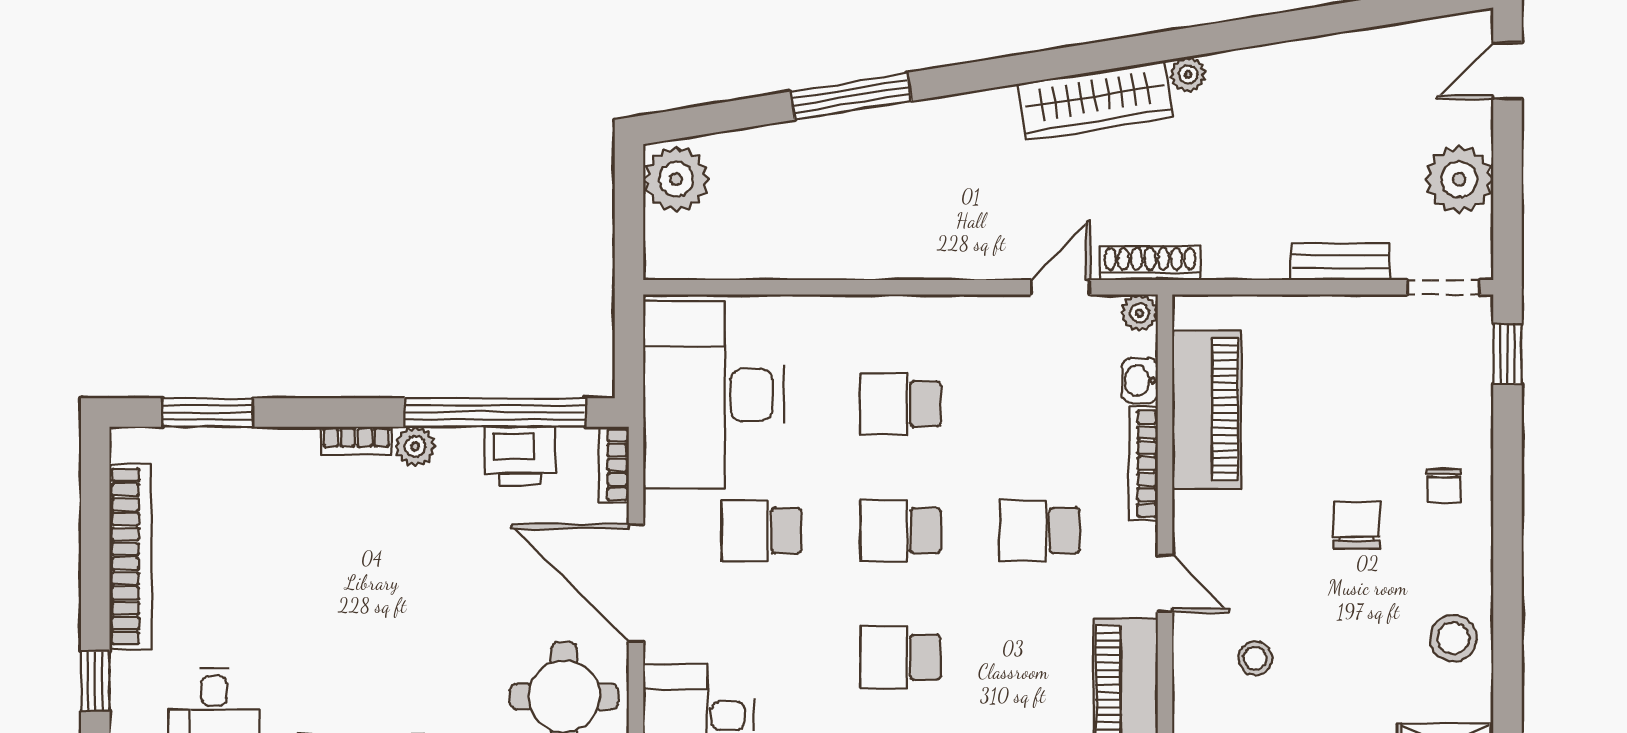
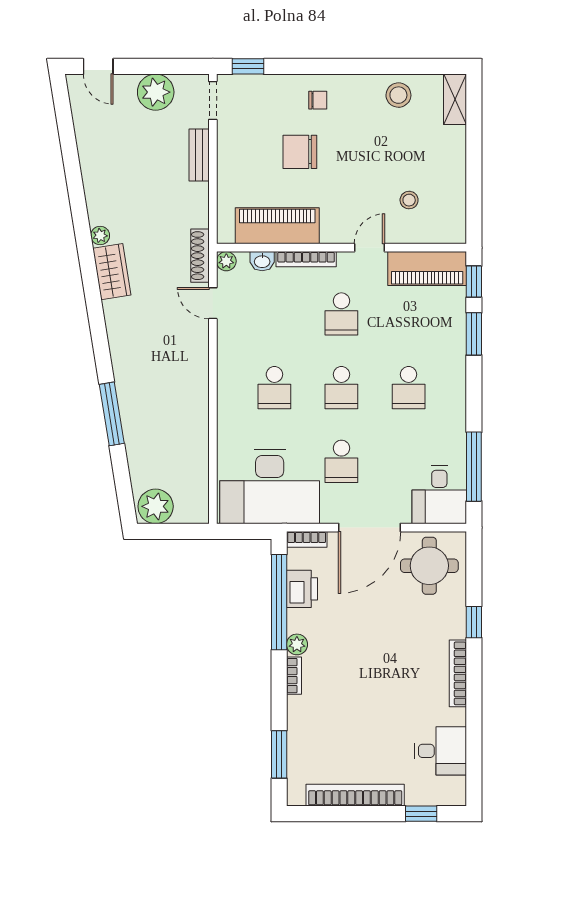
wardrobe: (1095, 100) -> (112, 272), width x0.67
chair: (1357, 525) -> (300, 152), moved, width x1.37, depth x1.37

